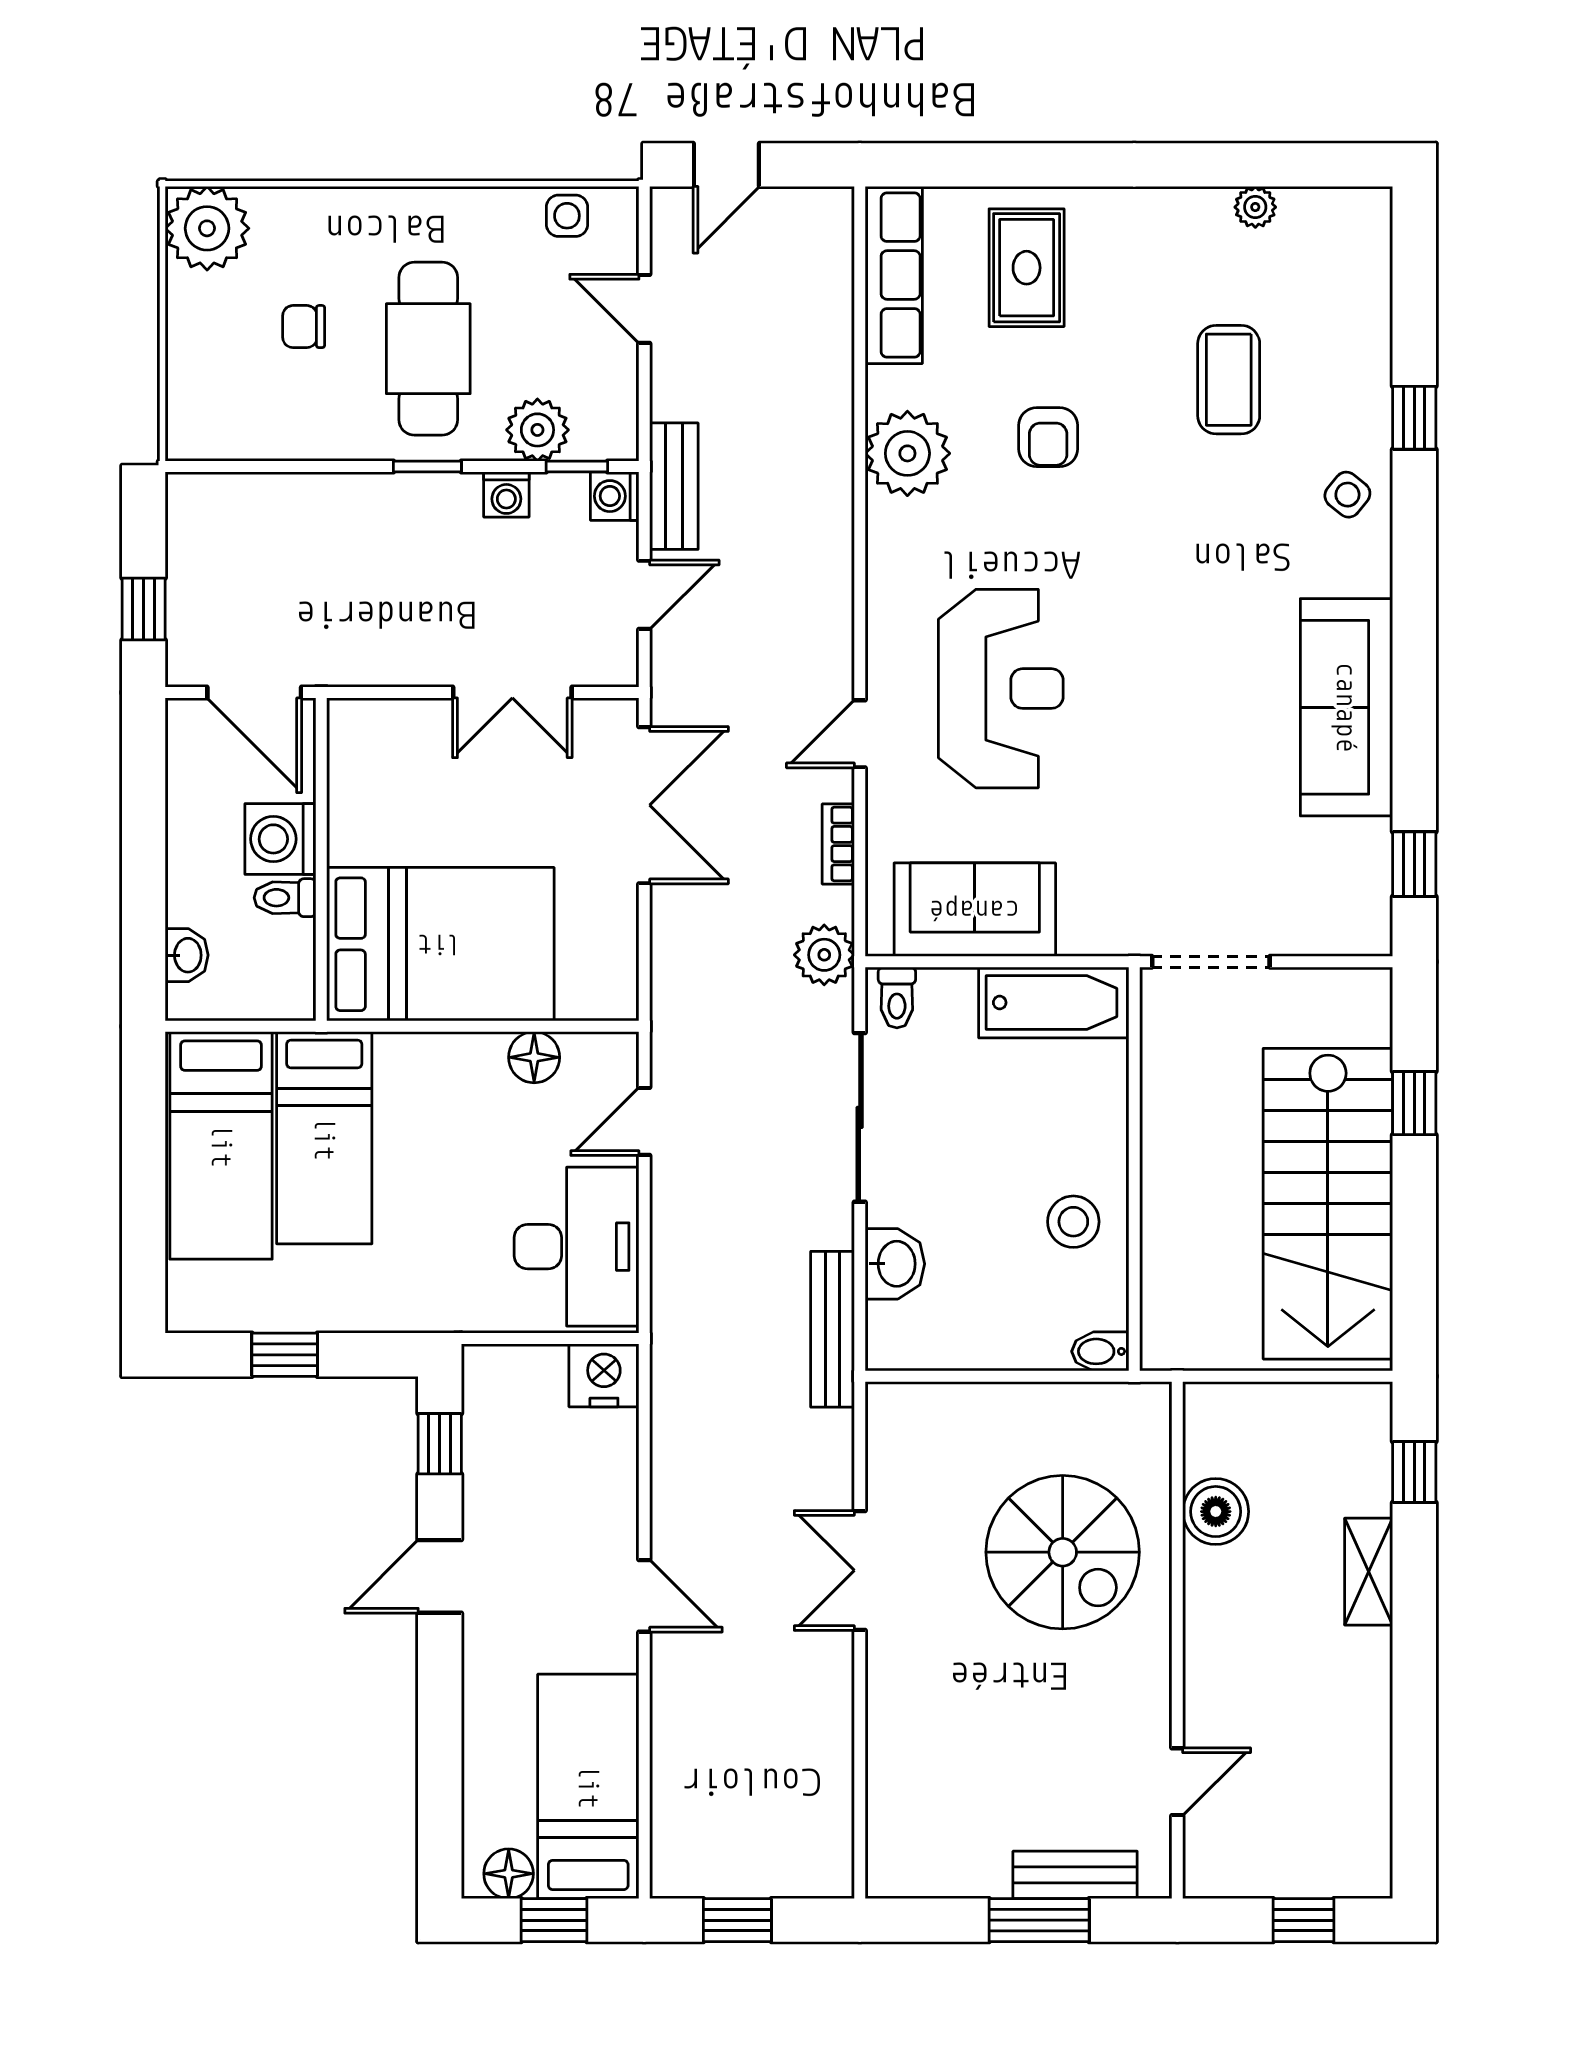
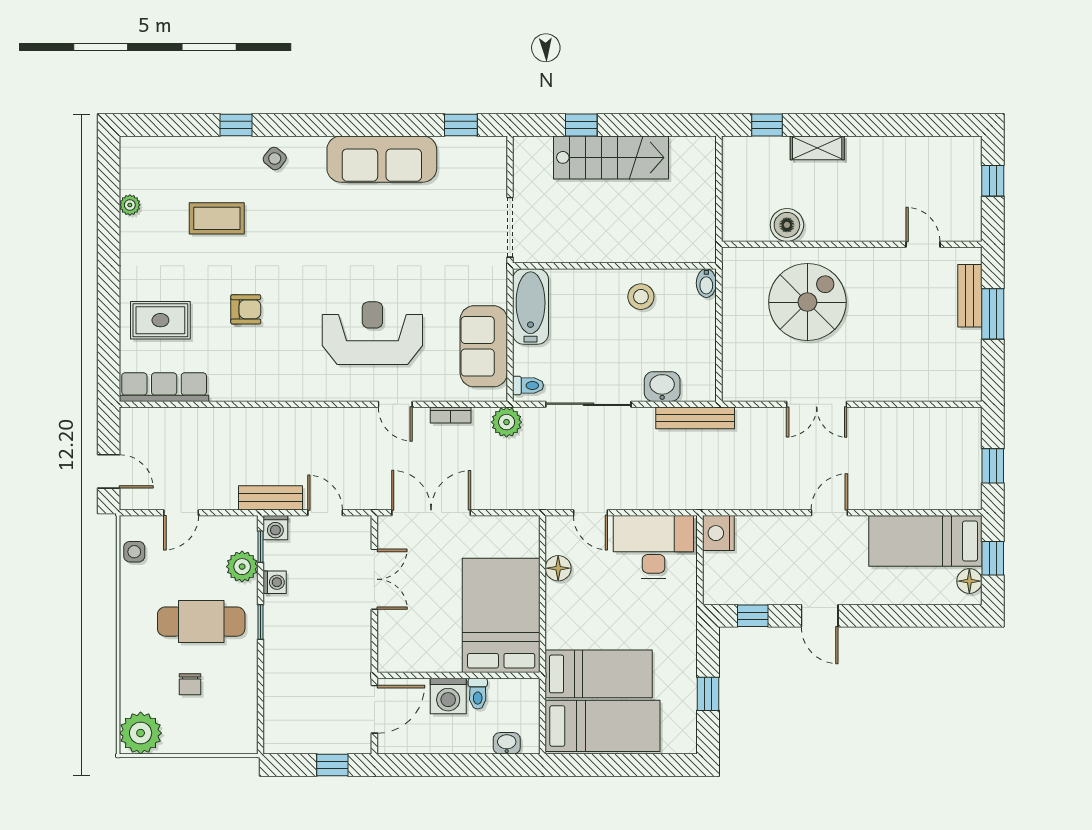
plant: (907, 453) -> (254, 380), removed
stairs: (1328, 1204) -> (611, 157), width x0.73, depth x0.66

